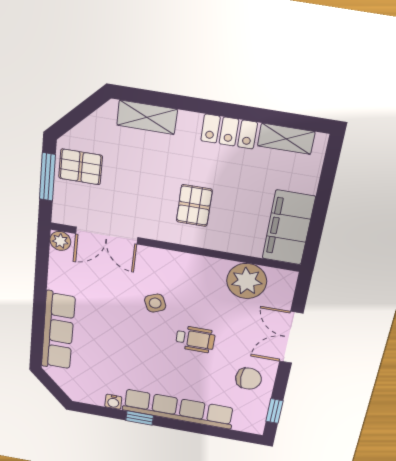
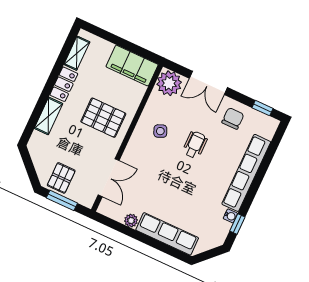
shelving: (147, 117) -> (49, 116), moved
pallet: (194, 206) -> (103, 118), width x1.50, depth x1.42
plant: (60, 241) -> (131, 220), moved
plant: (247, 281) -> (169, 83), moved
side table: (155, 303) -> (160, 131), moved
window: (140, 418) -> (237, 224), moved

